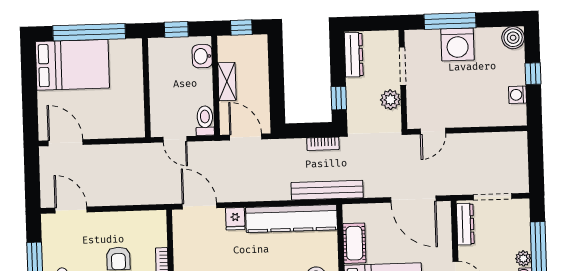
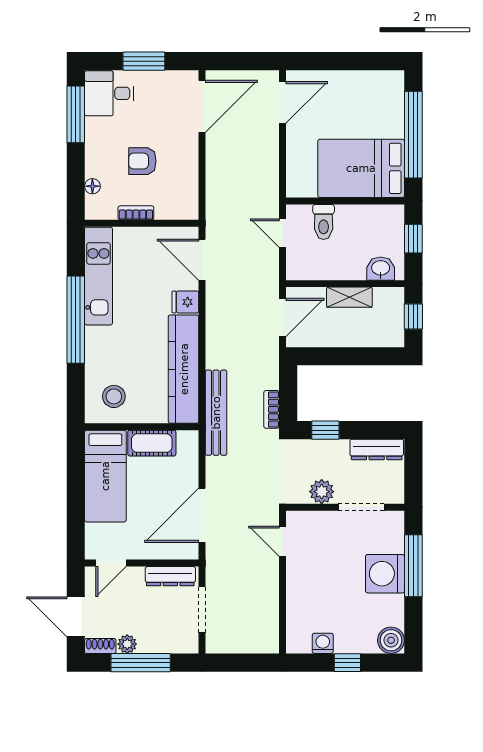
bed: (72, 65) -> (361, 168), moved, turned 90
toilet: (205, 121) -> (324, 222), moved, turned 90
door: (175, 139) -> (283, 233), hinge flipped
door: (199, 206) -> (202, 260), swing flipped
door: (71, 210) -> (202, 106), width x1.36

